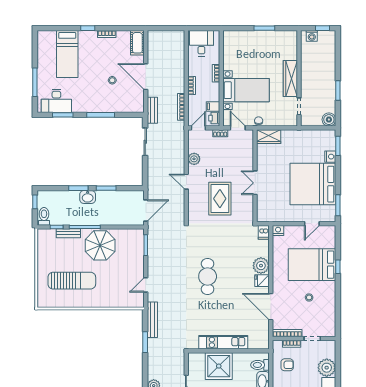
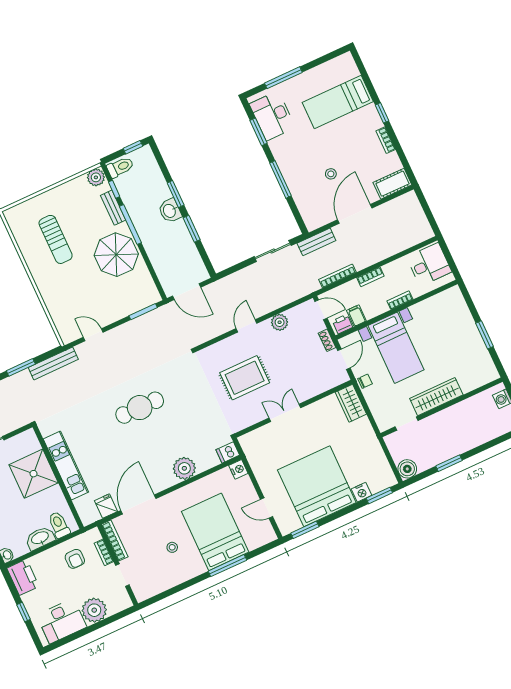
plant: (43, 235) -> (96, 177), added
window: (338, 267) -> (227, 566), width x2.17
sun lounger: (72, 281) -> (56, 239), width x0.73, depth x0.75
fridge: (262, 281) -> (106, 506), moved

